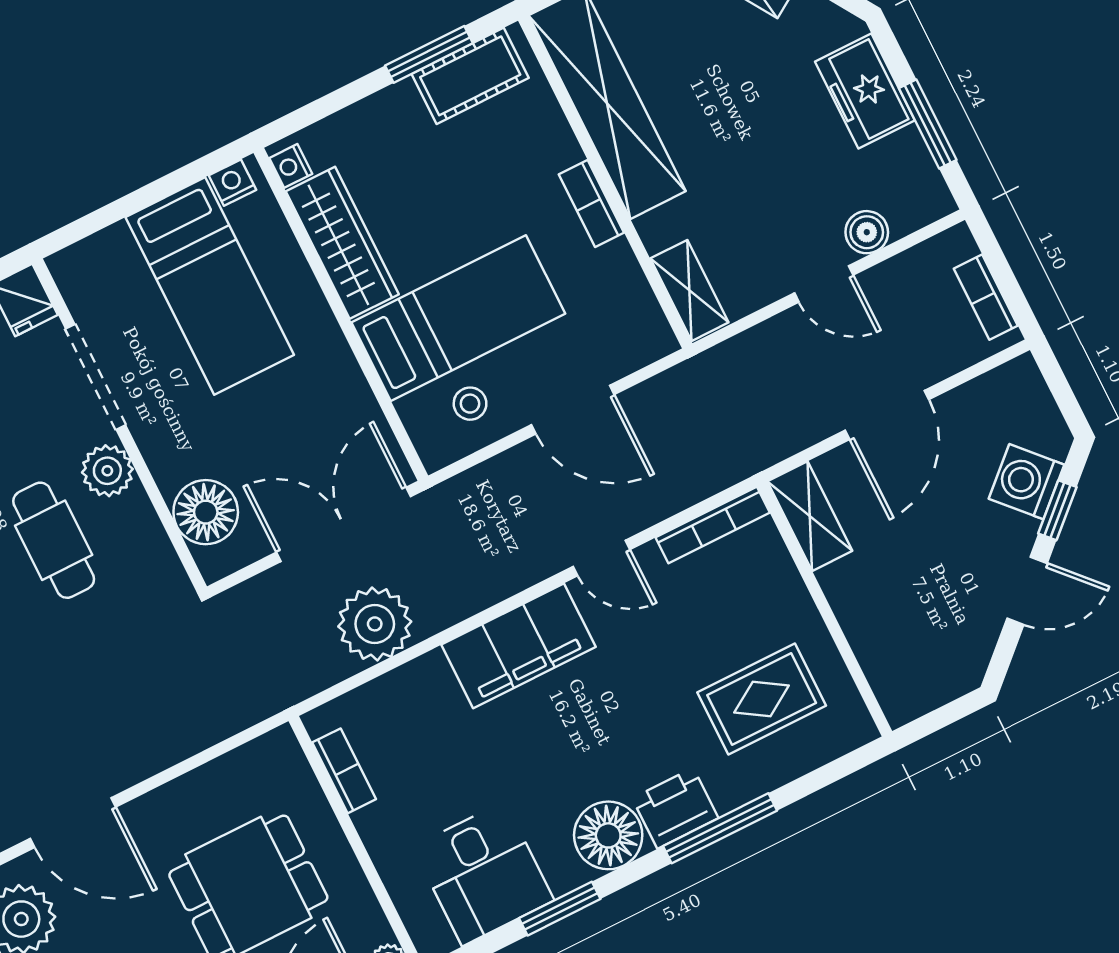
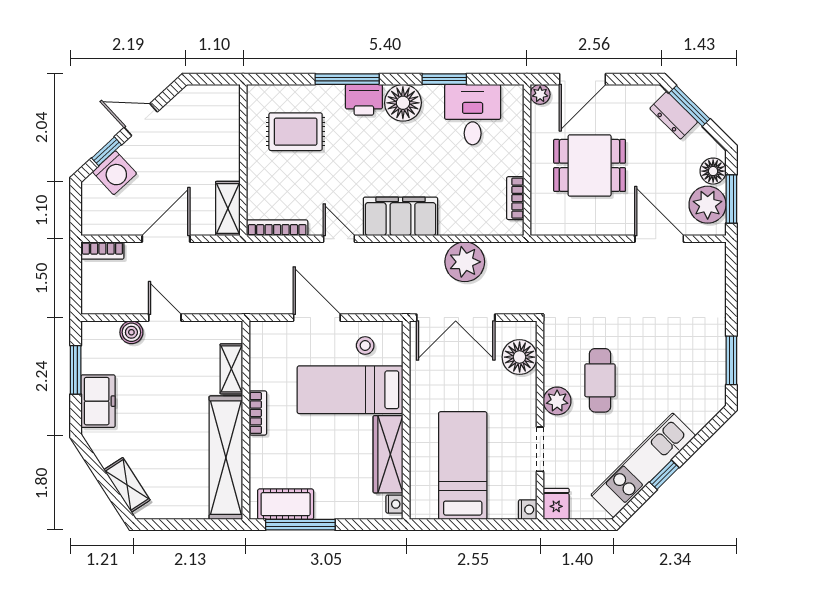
window: (429, 54) -> (300, 525), width x1.44
nightstand: (232, 183) -> (528, 510), moved, turned -90
shelving: (689, 290) -> (231, 369), moved
bookcase: (986, 297) -> (102, 251), moved, turned 90
doorway: (95, 377) -> (540, 449), width x0.73

